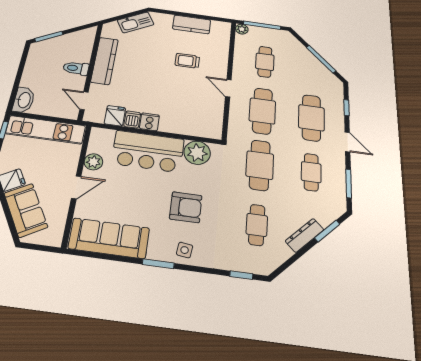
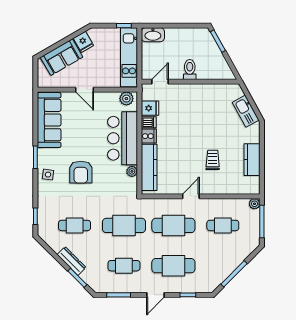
kitchen counter: (105, 61) -> (149, 167), moved, turned -90
plant: (197, 153) -> (132, 171), width x0.53, depth x0.53
plant: (93, 162) -> (126, 99), moved

